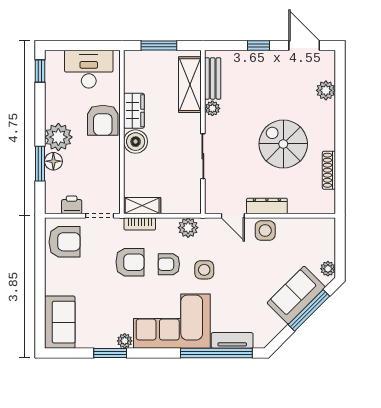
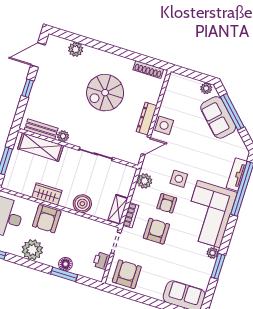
armchair: (103, 120) -> (47, 219), turned 90
plant: (58, 137) -> (32, 250), moved
boiler: (136, 142) -> (82, 204), moved
shoe rack: (329, 170) -> (148, 69), moved

